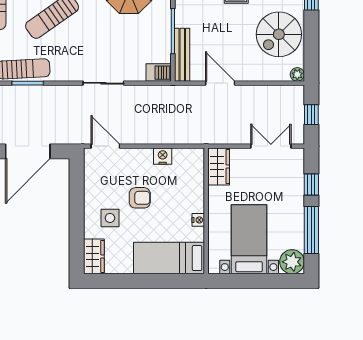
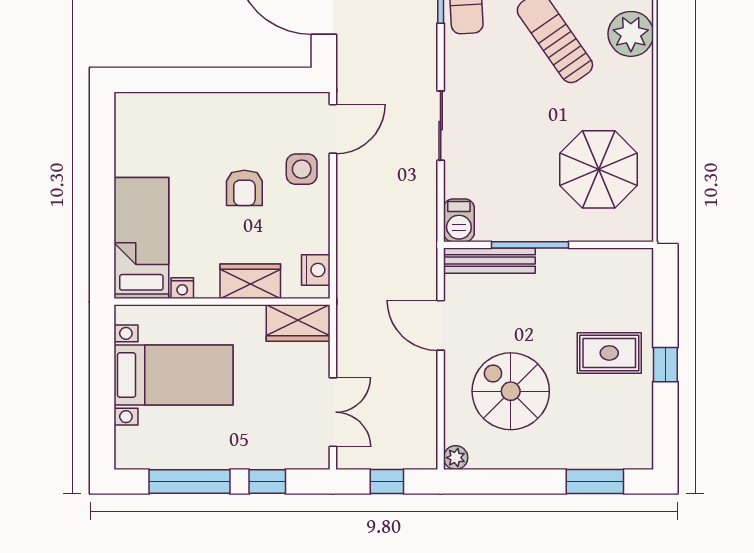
spiral stairs: (279, 34) -> (511, 391), moved
door: (220, 83) -> (441, 325), swing flipped
nightstand: (163, 156) -> (316, 270), moved
side table: (110, 218) -> (302, 169), moved
nightstand: (198, 220) -> (182, 288), moved
wardrobe: (94, 256) -> (250, 281), moved, turned 180
plant: (292, 262) -> (135, 448), removed

